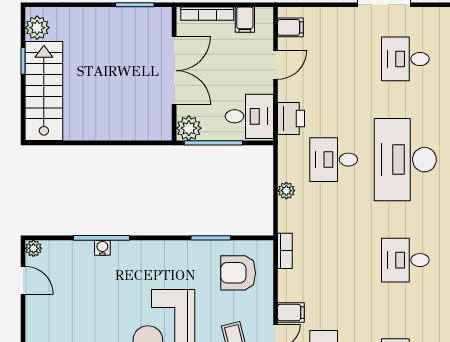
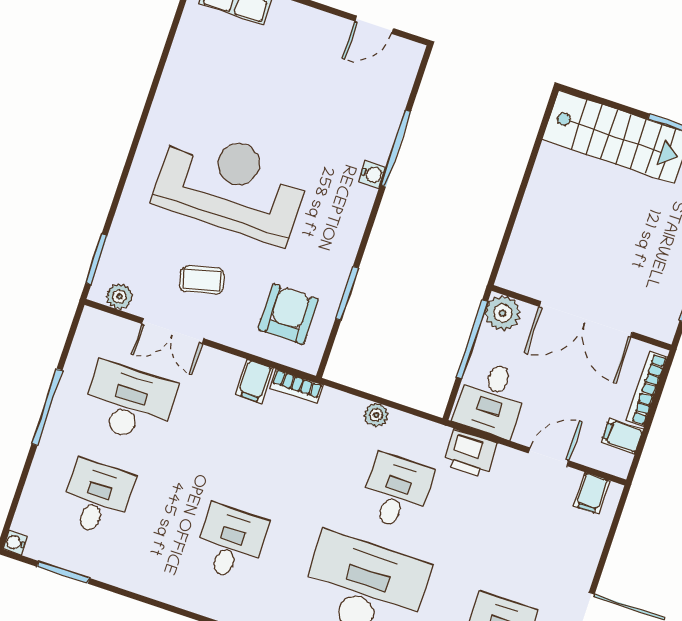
door: (276, 65) -> (549, 457), swing flipped
plant: (33, 248) -> (412, 53), removed
water cooler: (102, 248) -> (372, 174), moved
filing cabinet: (291, 313) -> (255, 381), moved

